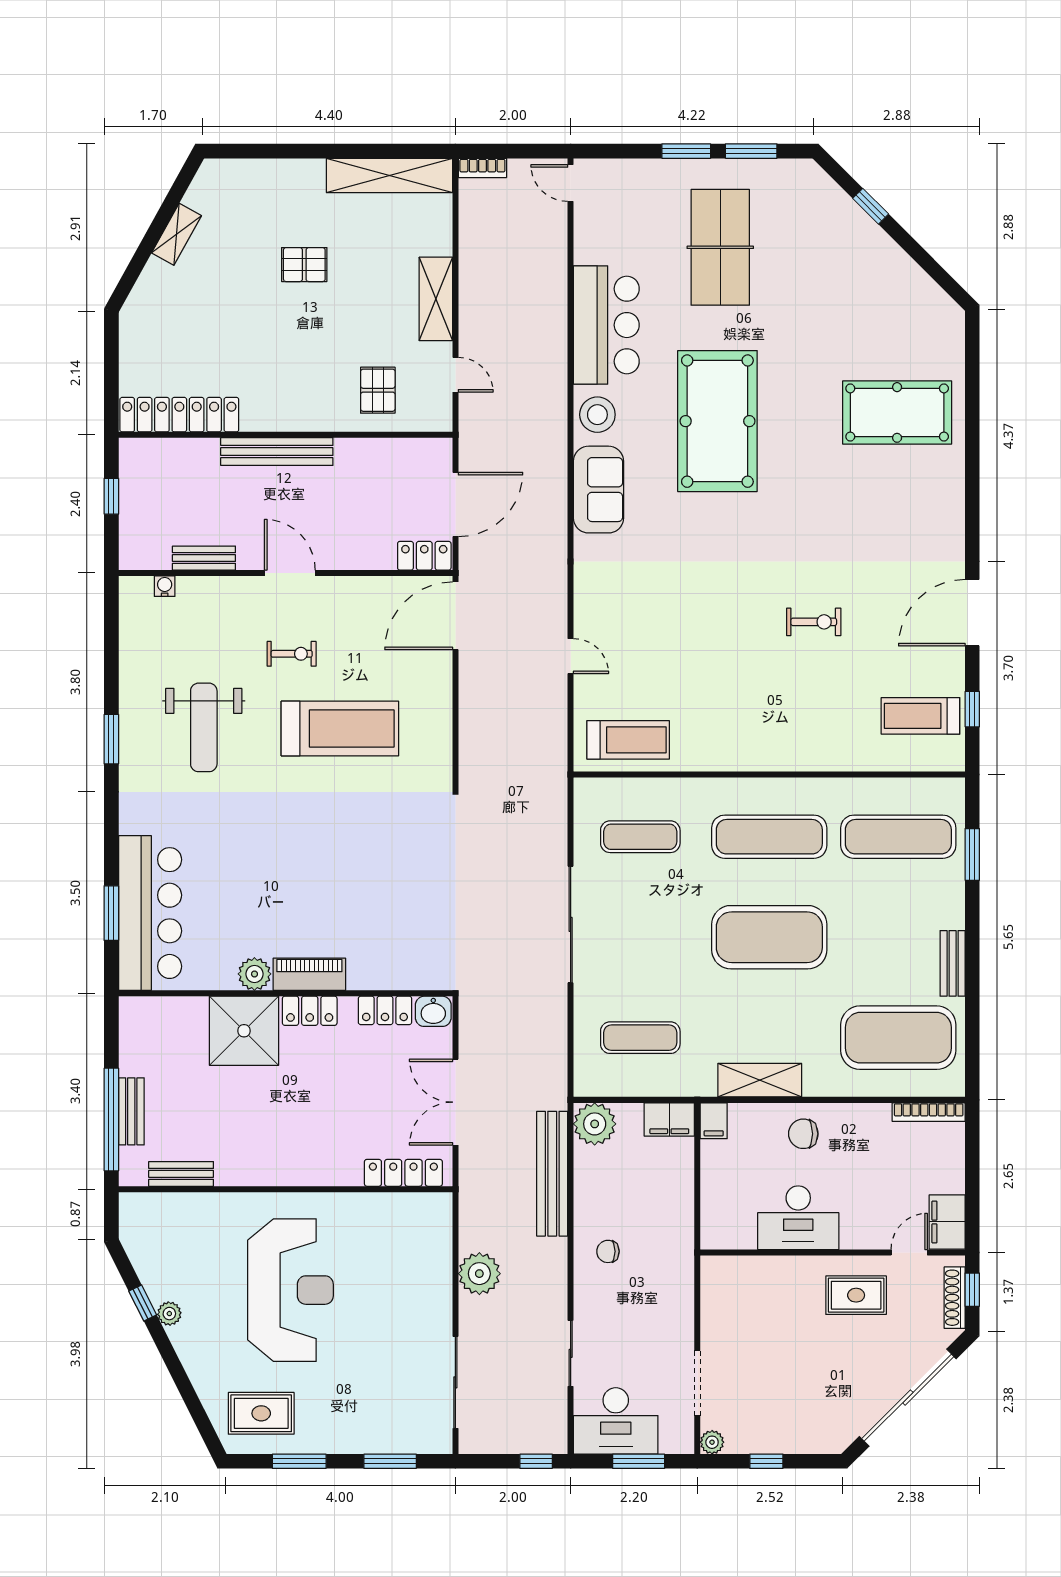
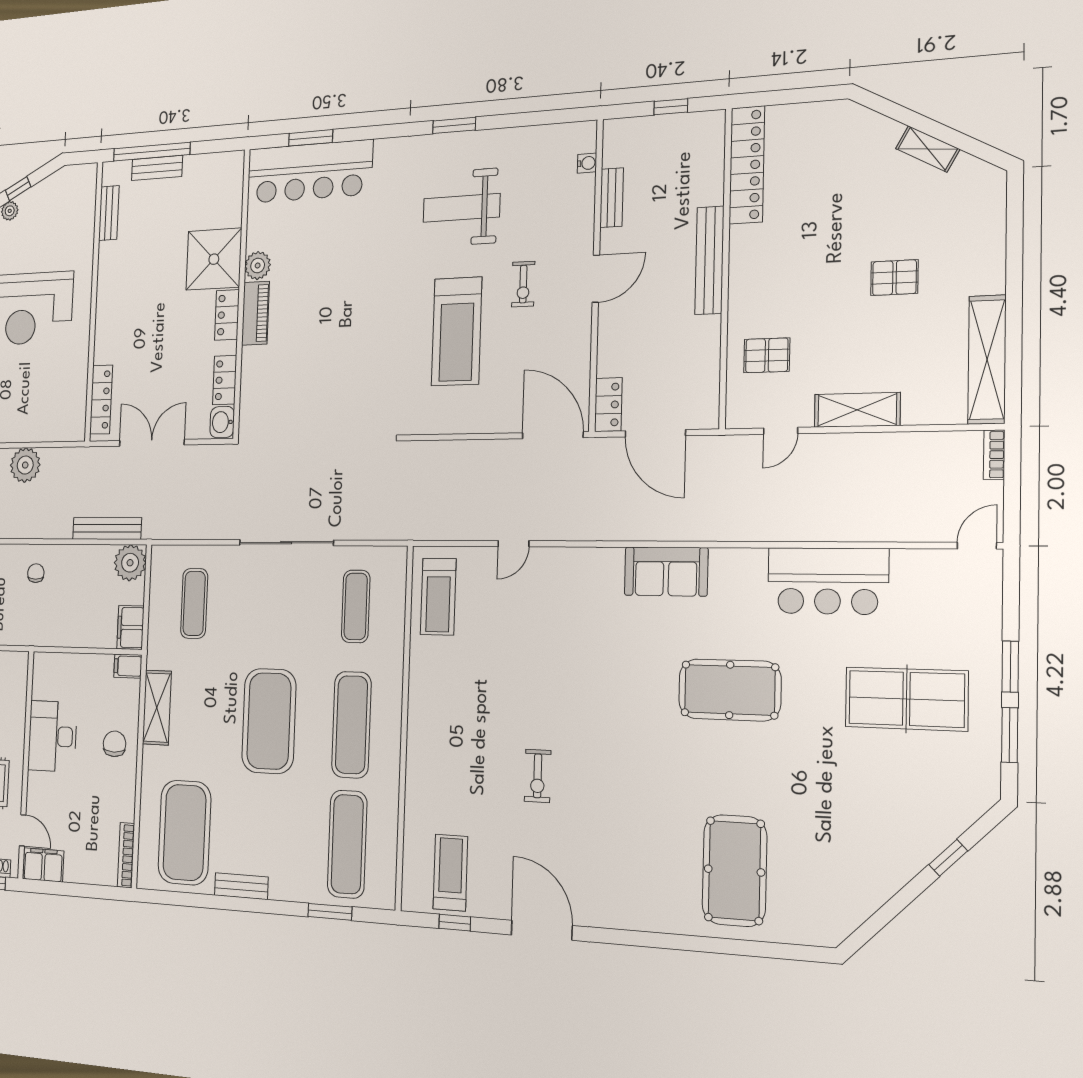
pallet: (304, 265) -> (894, 278), turned 90
stool: (597, 415) -> (739, 571), removed
pool table: (717, 421) -> (730, 690), width x0.73, depth x0.76
bench: (552, 1174) -> (107, 528), width x0.73, depth x0.82

